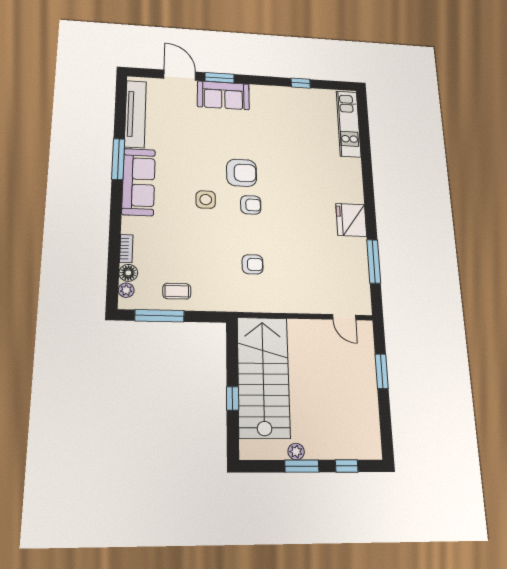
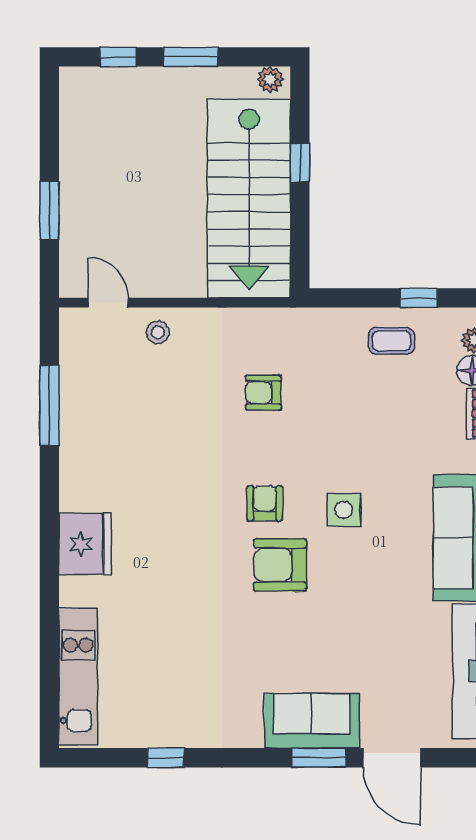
armchair: (251, 205) -> (265, 503), turned 90
fridge: (351, 220) -> (85, 544), moved
stool: (315, 300) -> (158, 332), added
window: (159, 316) -> (419, 298), width x0.46
plant: (296, 452) -> (270, 79), moved

